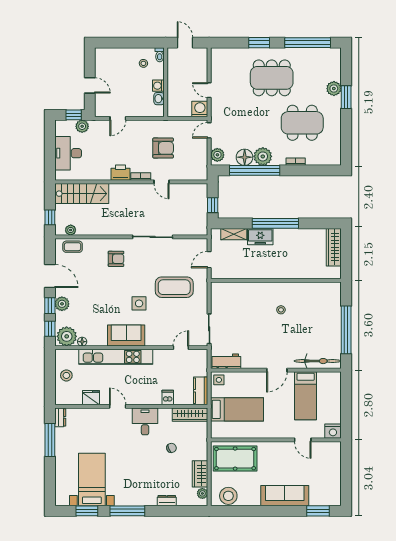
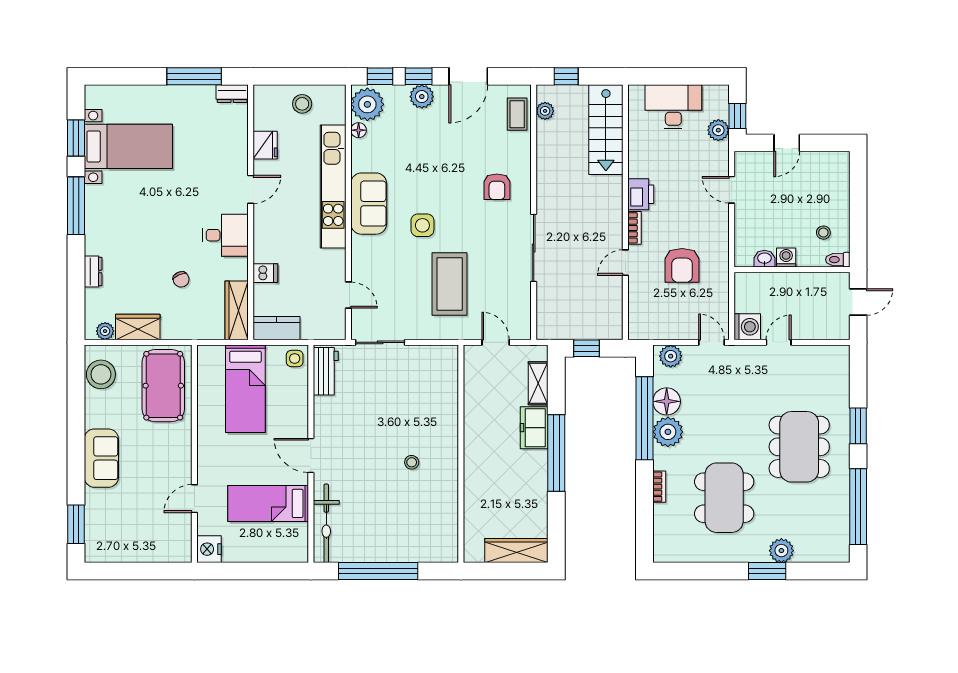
sofa: (285, 496) -> (101, 458), width x0.73

